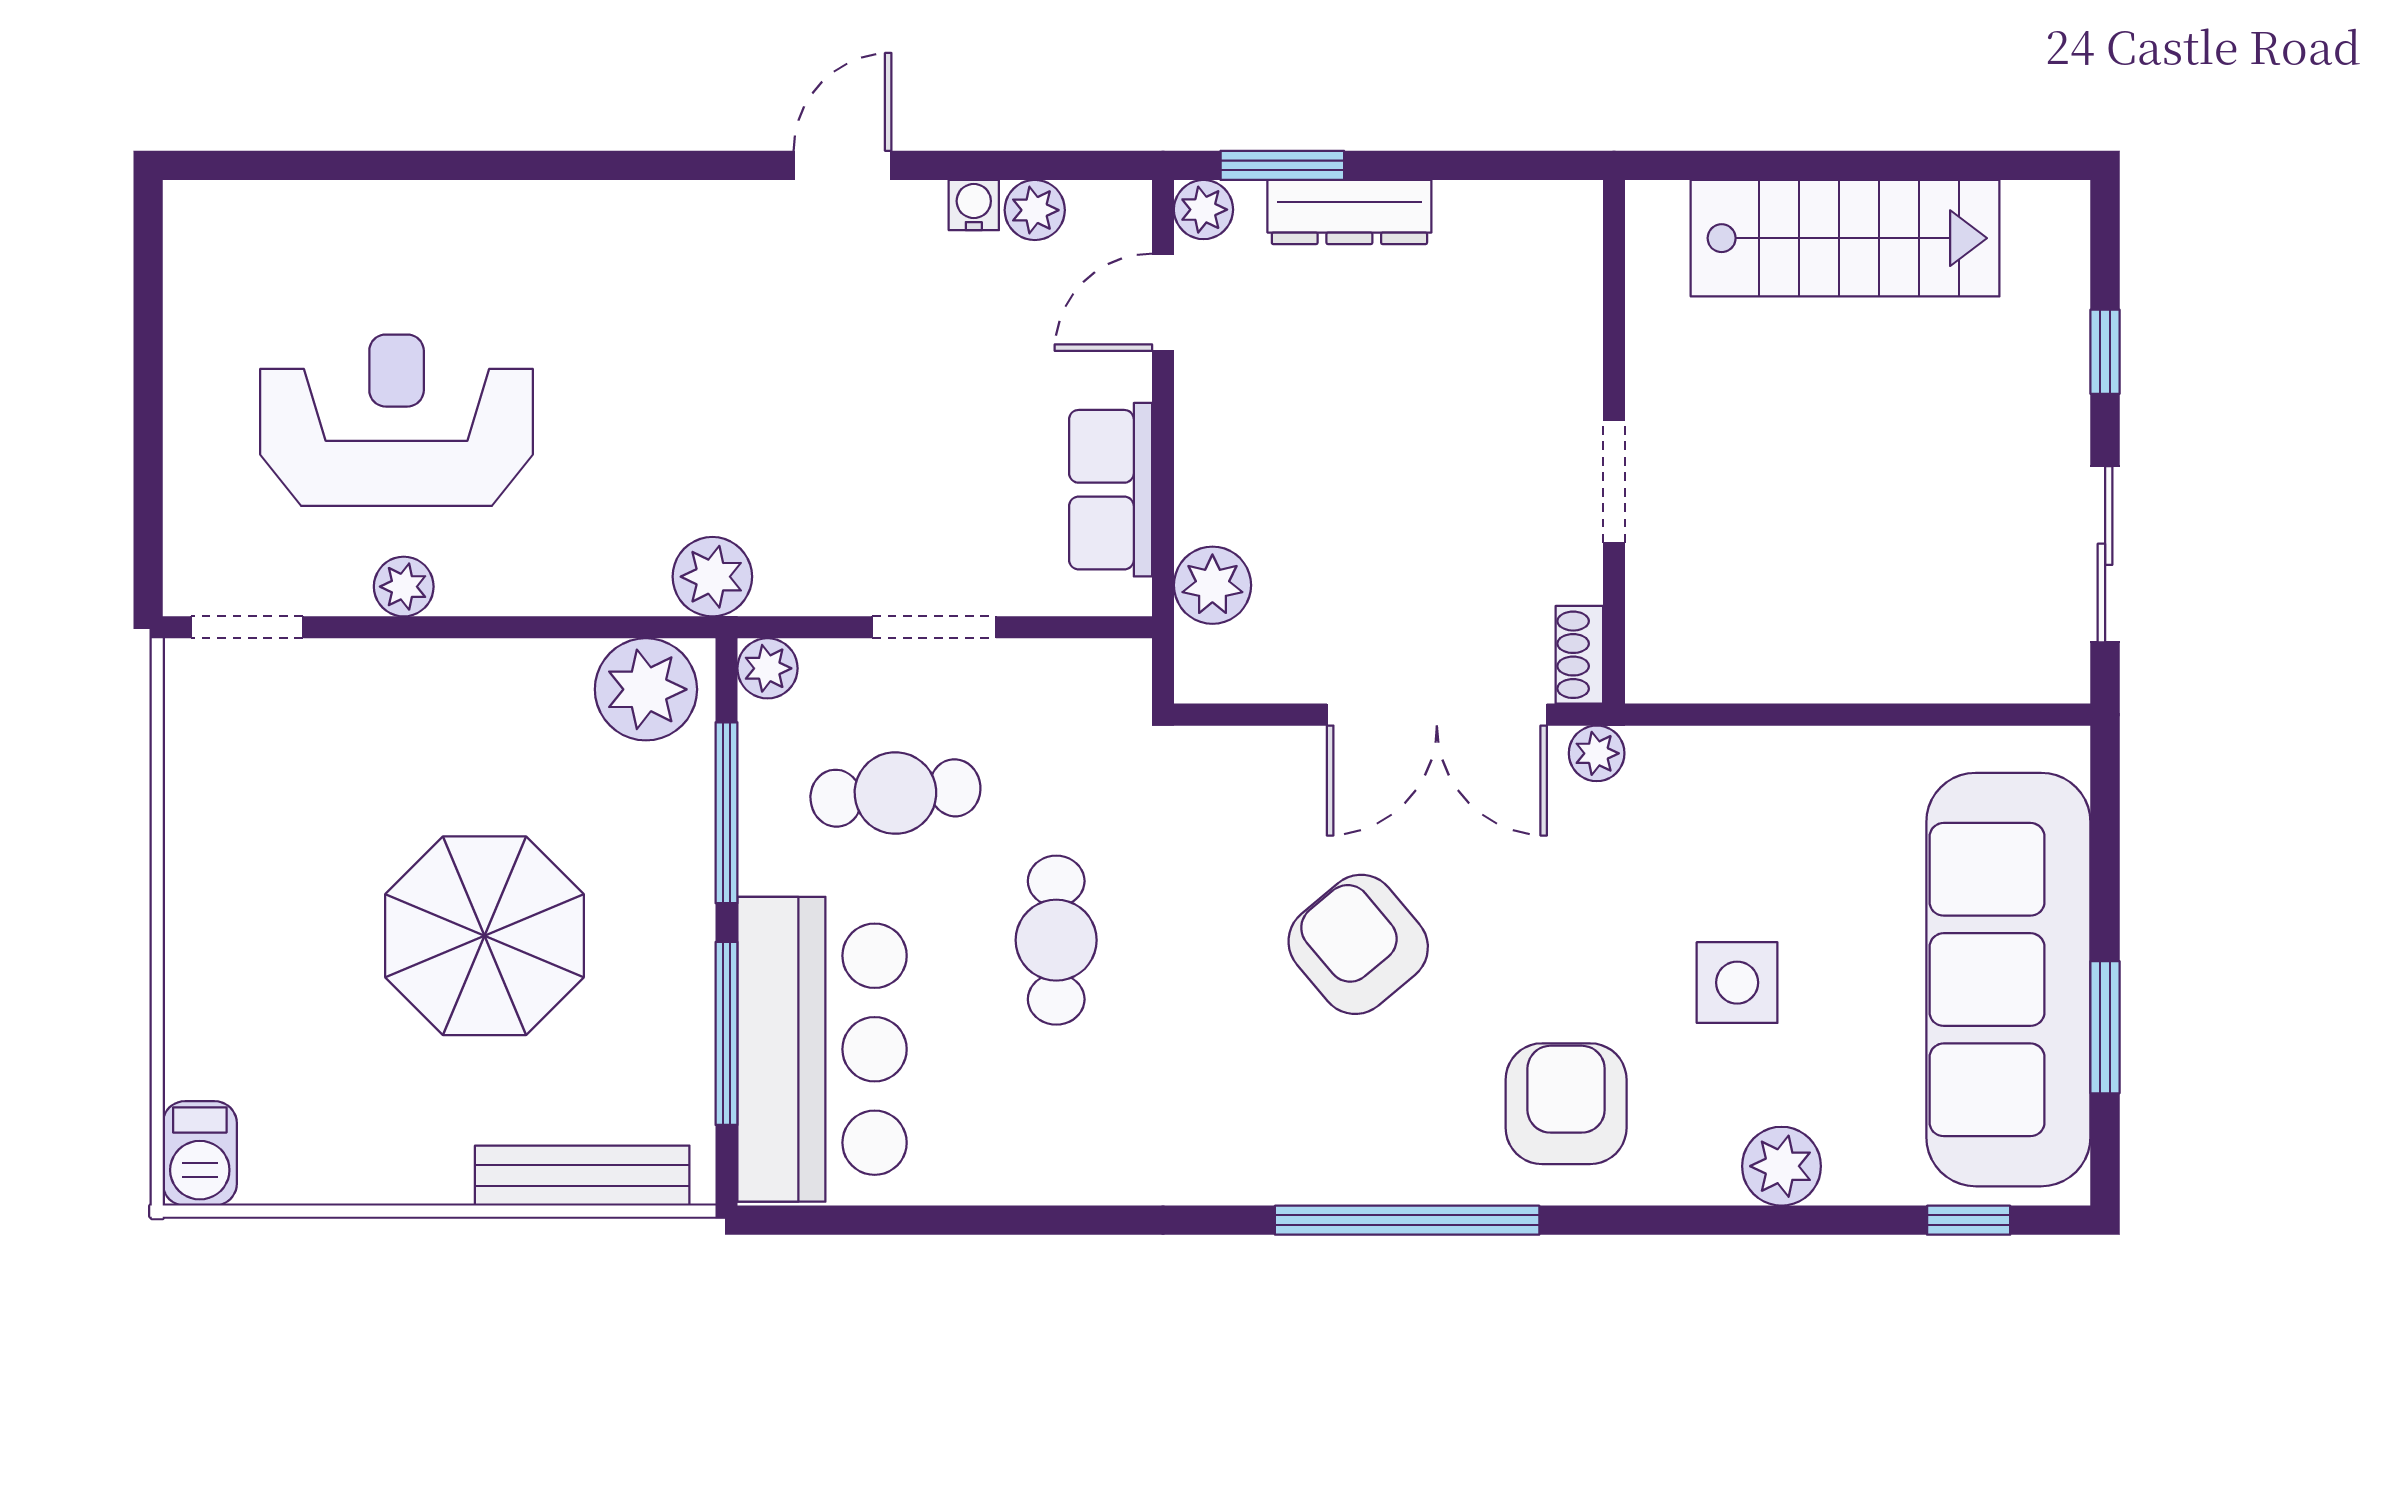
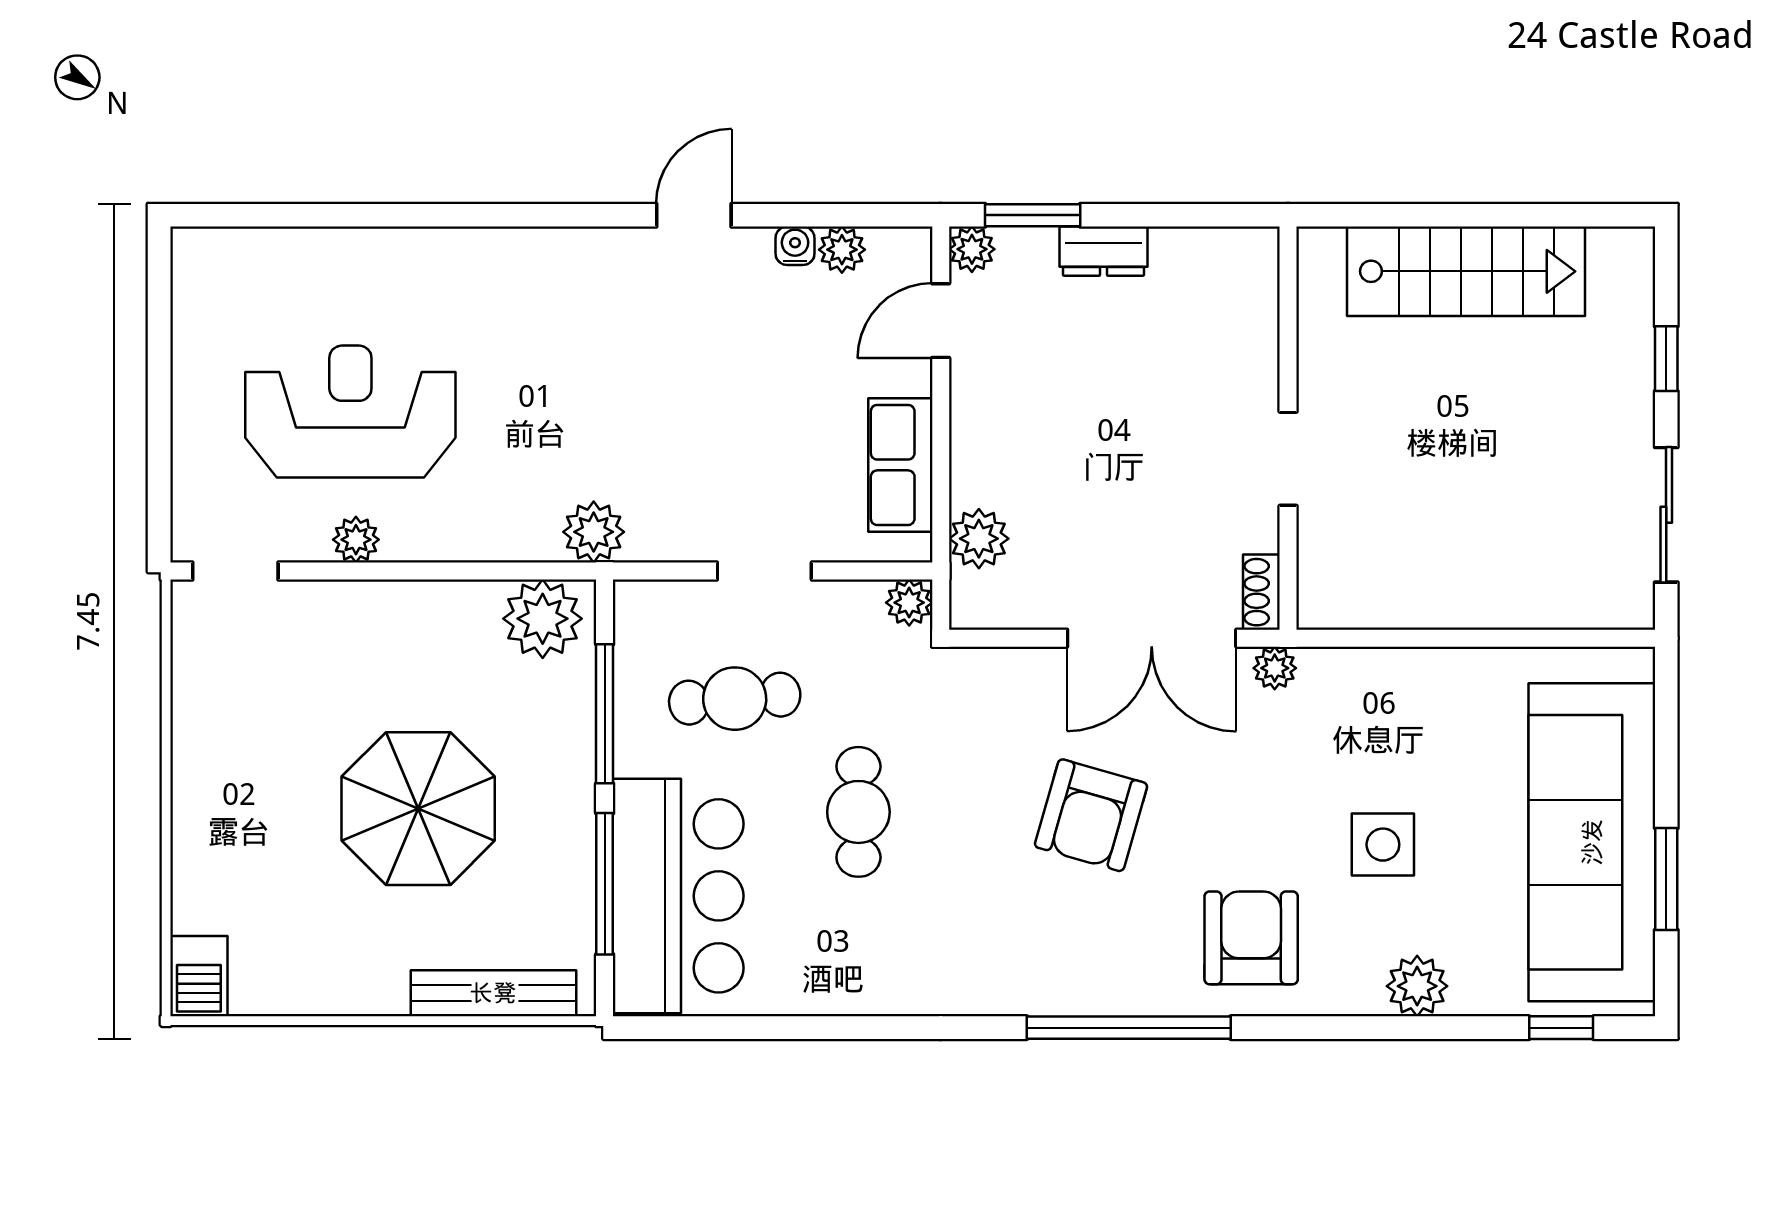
dresser: (1349, 212) -> (1104, 251), width x0.70
plant: (767, 668) -> (909, 603), moved
armchair: (1358, 944) -> (1091, 815), turned -124

